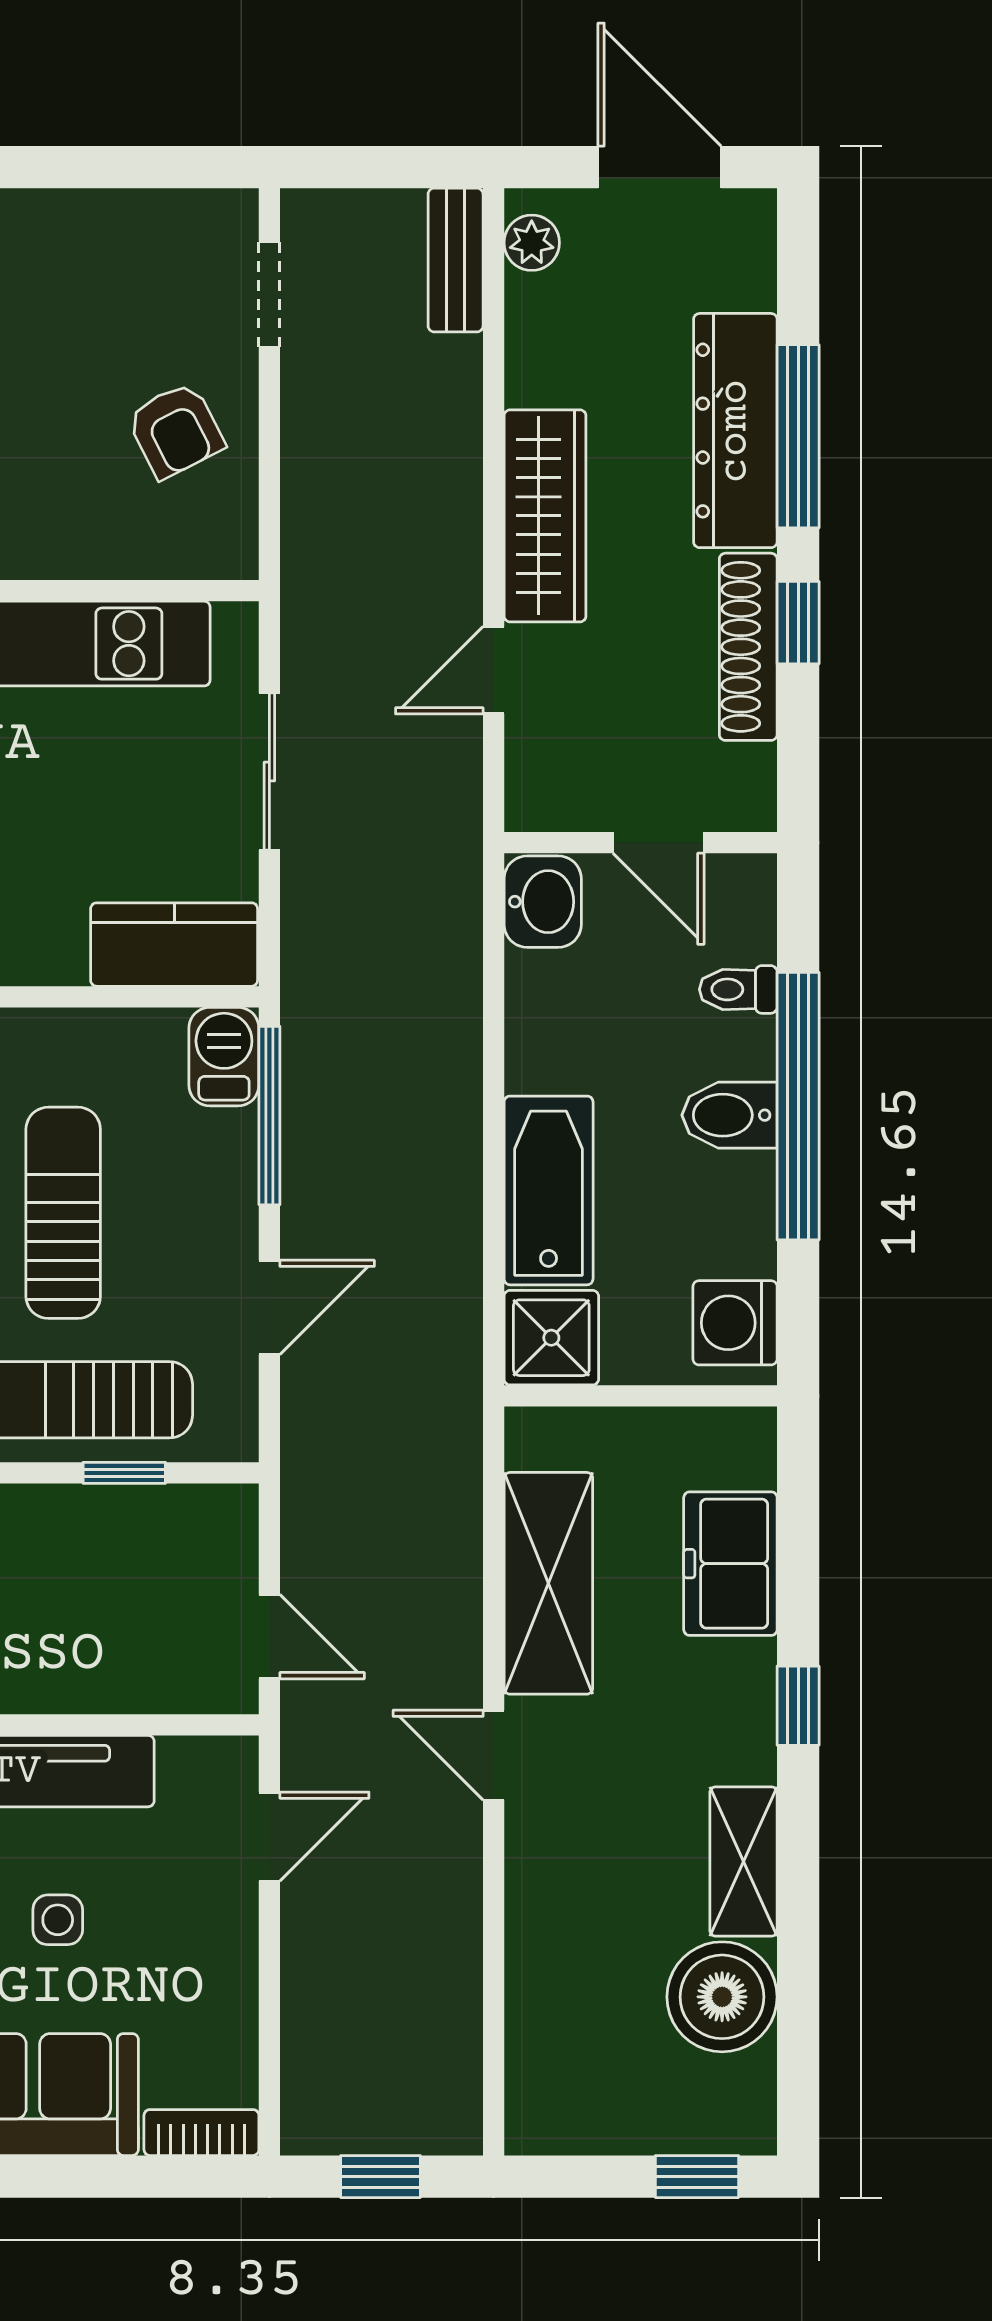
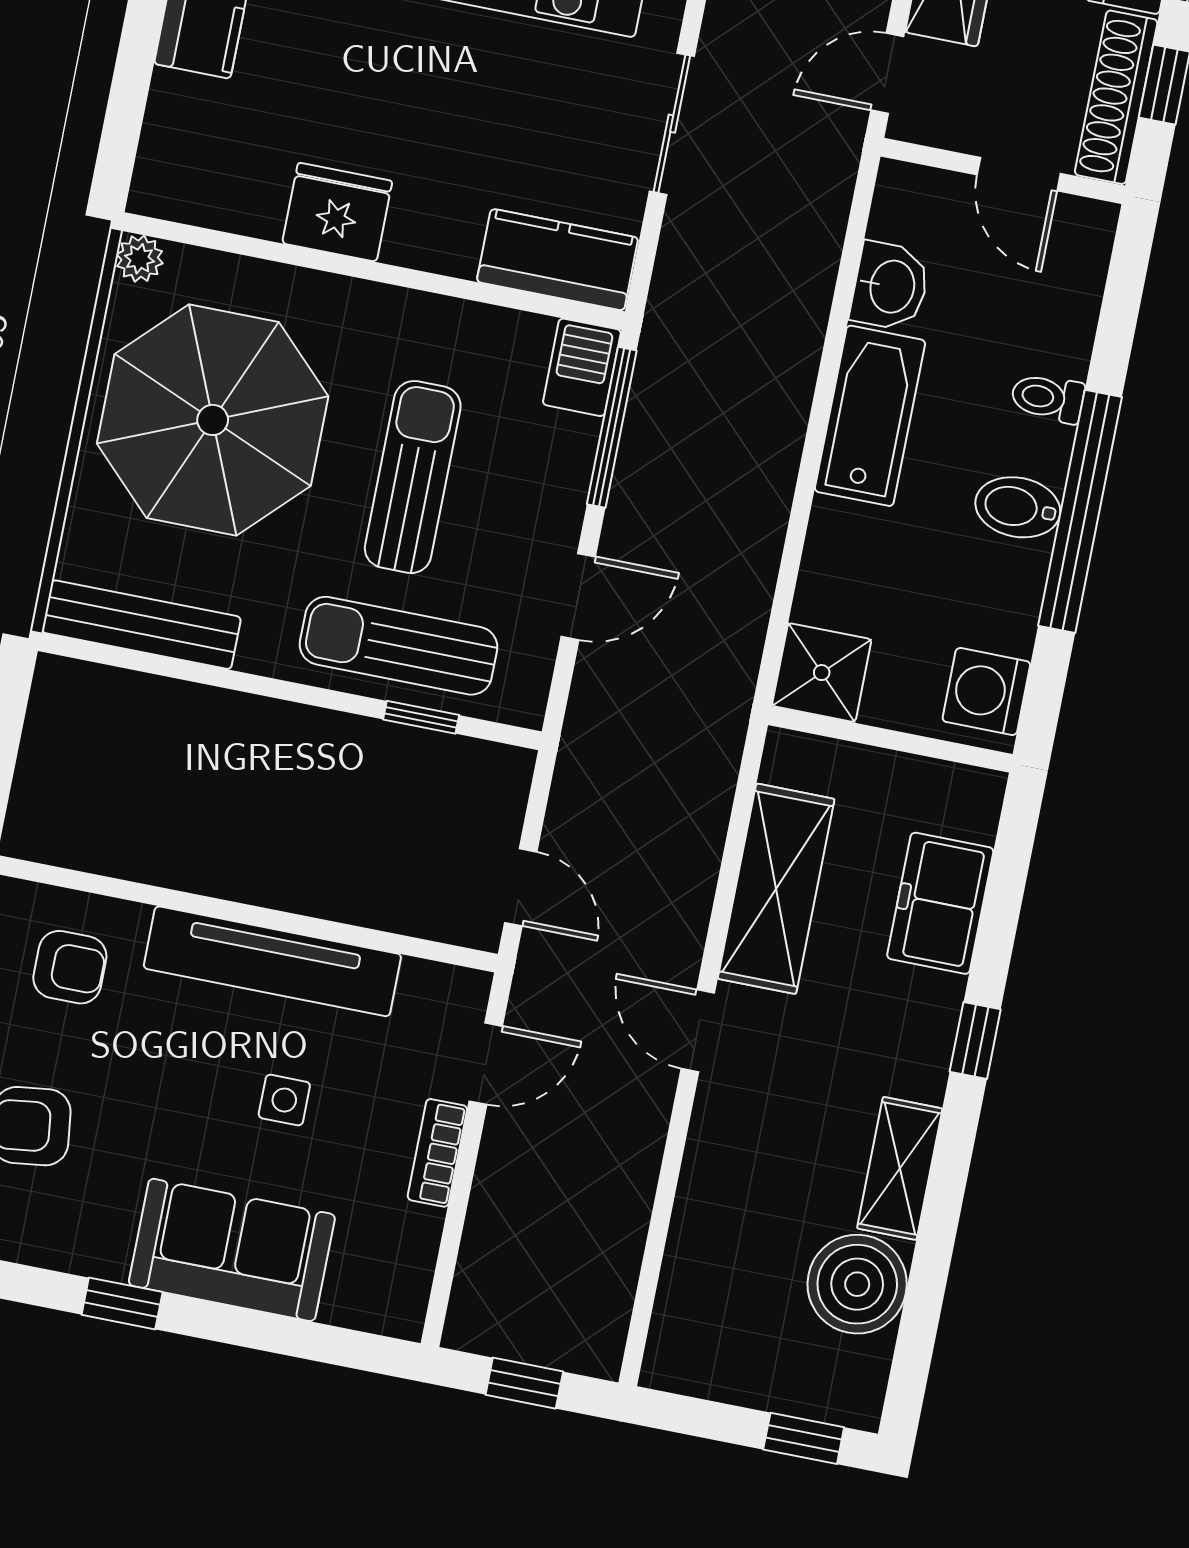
wall: (641, 843) -> (1003, 171), moved
door: (659, 843) -> (1019, 174), moved
bathtub: (549, 1190) -> (870, 416), moved
bookcase: (201, 2133) -> (437, 1153), moved, turned -90

